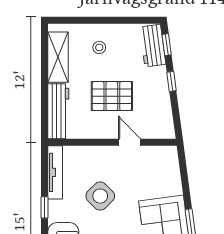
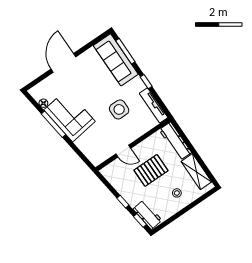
side table: (100, 196) -> (119, 109), turned 45

